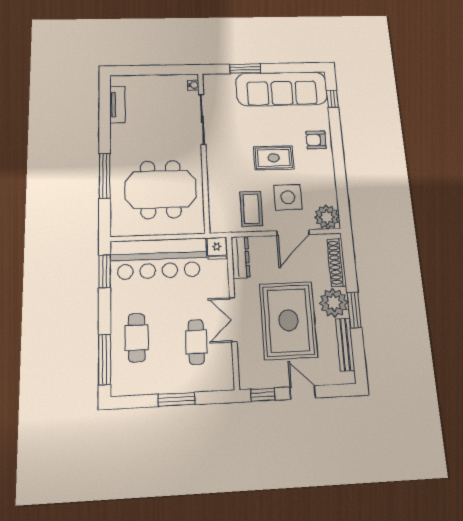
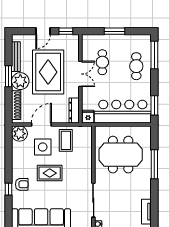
window: (332, 99) -> (9, 189), moved
door: (303, 393) -> (43, 31), hinge flipped

